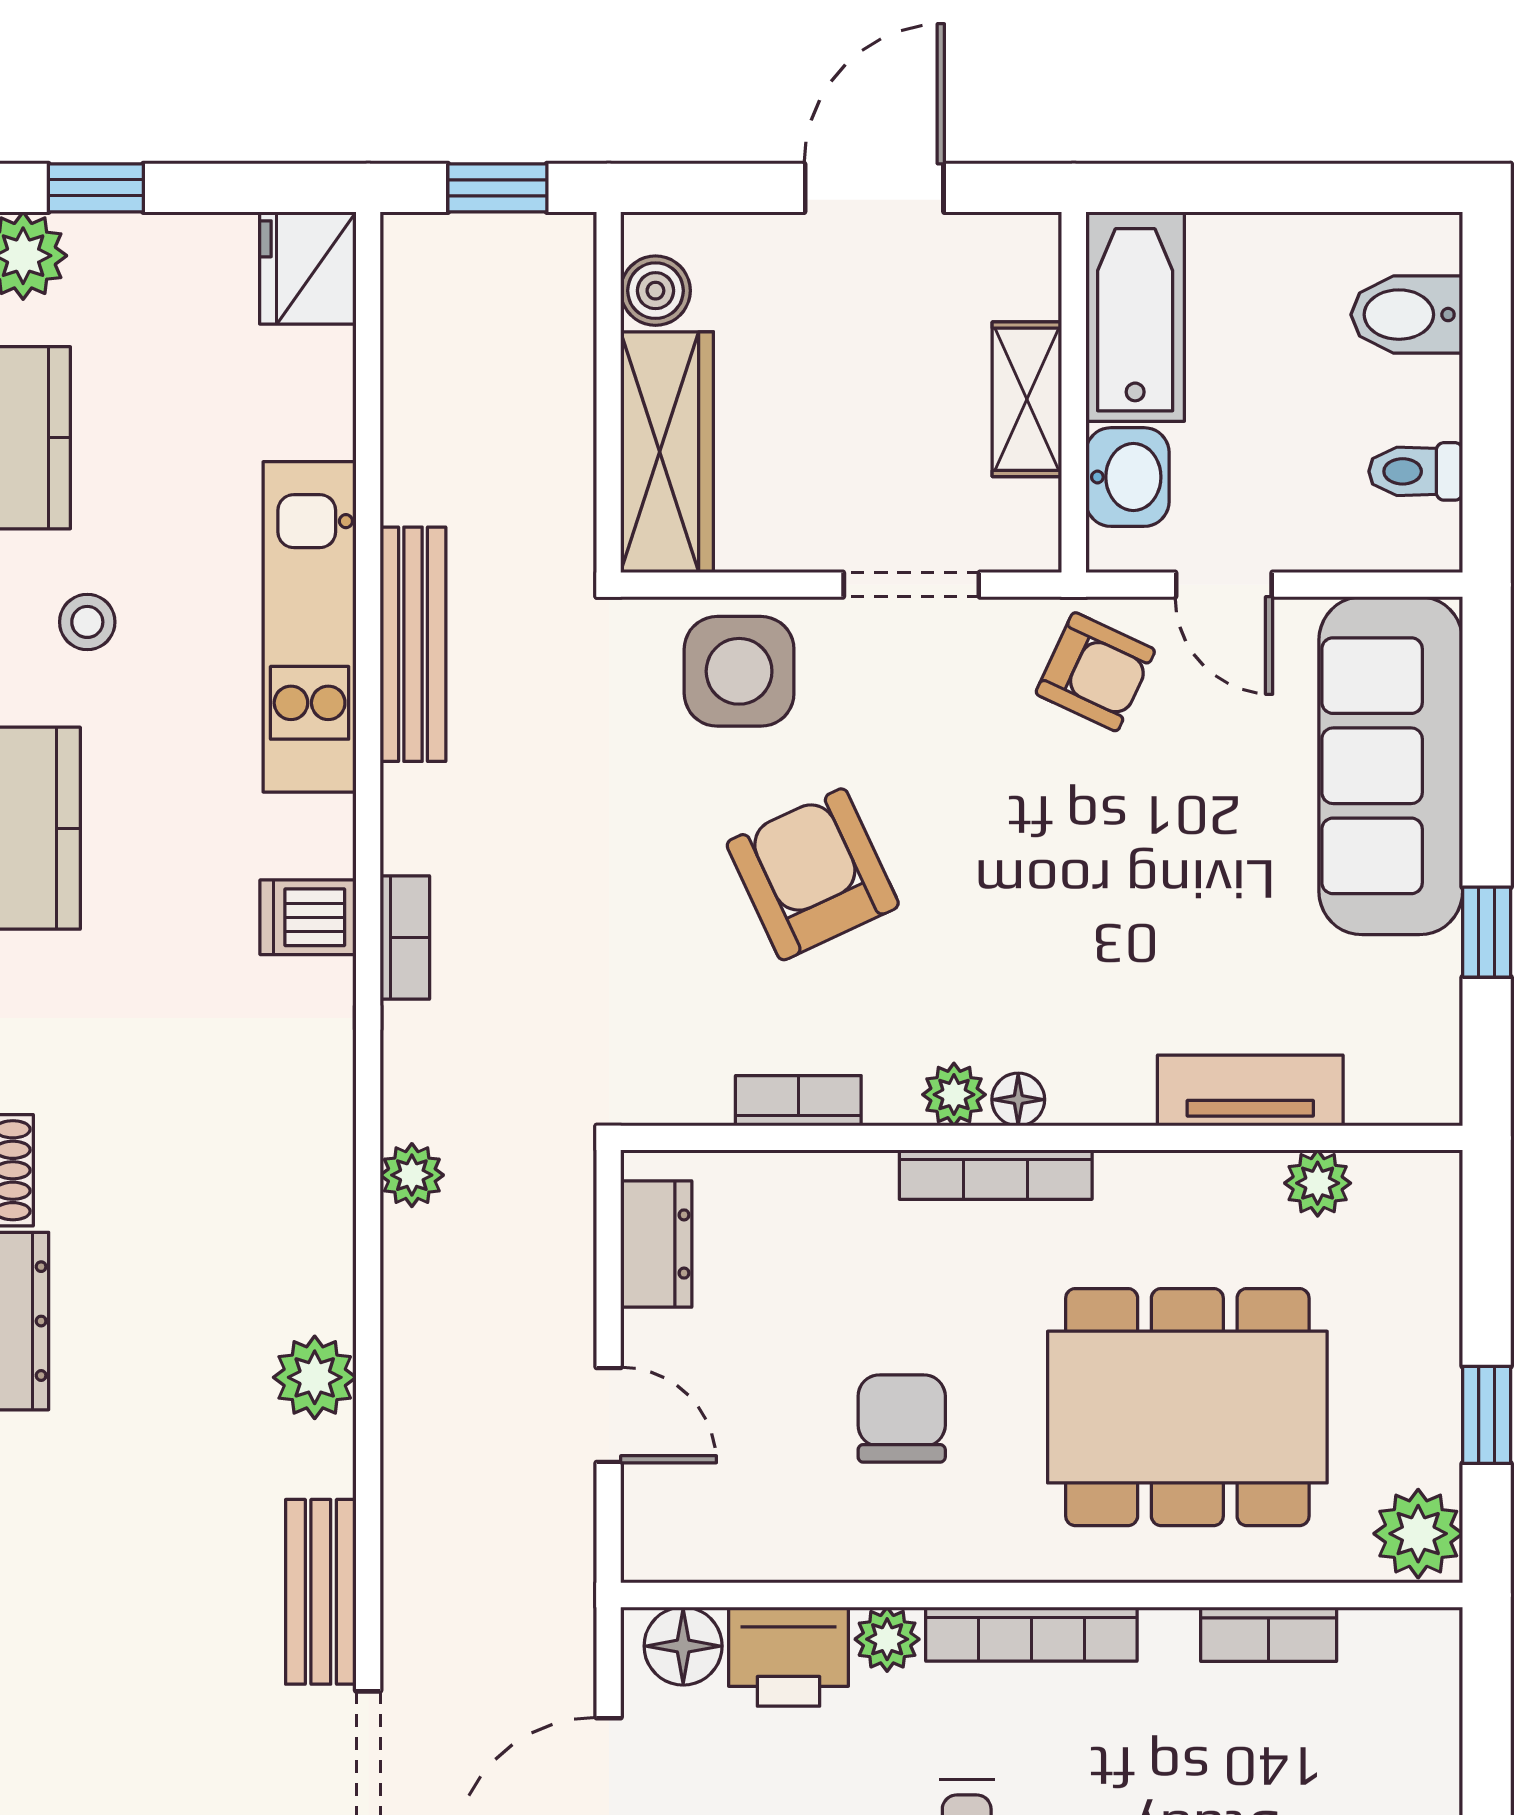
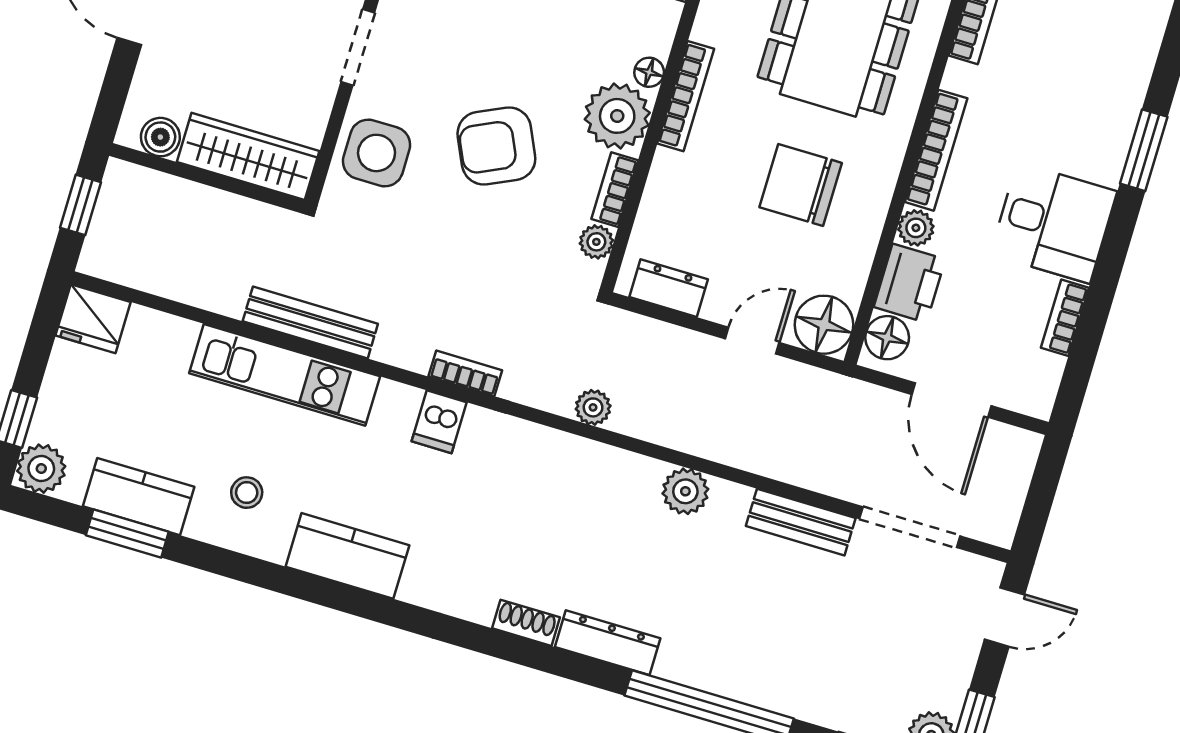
plant: (954, 1095) -> (617, 116), width x1.88, depth x1.88
plant: (699, 1096) -> (596, 242), added
chair: (902, 1418) -> (801, 185), width x1.37, depth x1.37
floor lamp: (673, 1531) -> (824, 325), added

